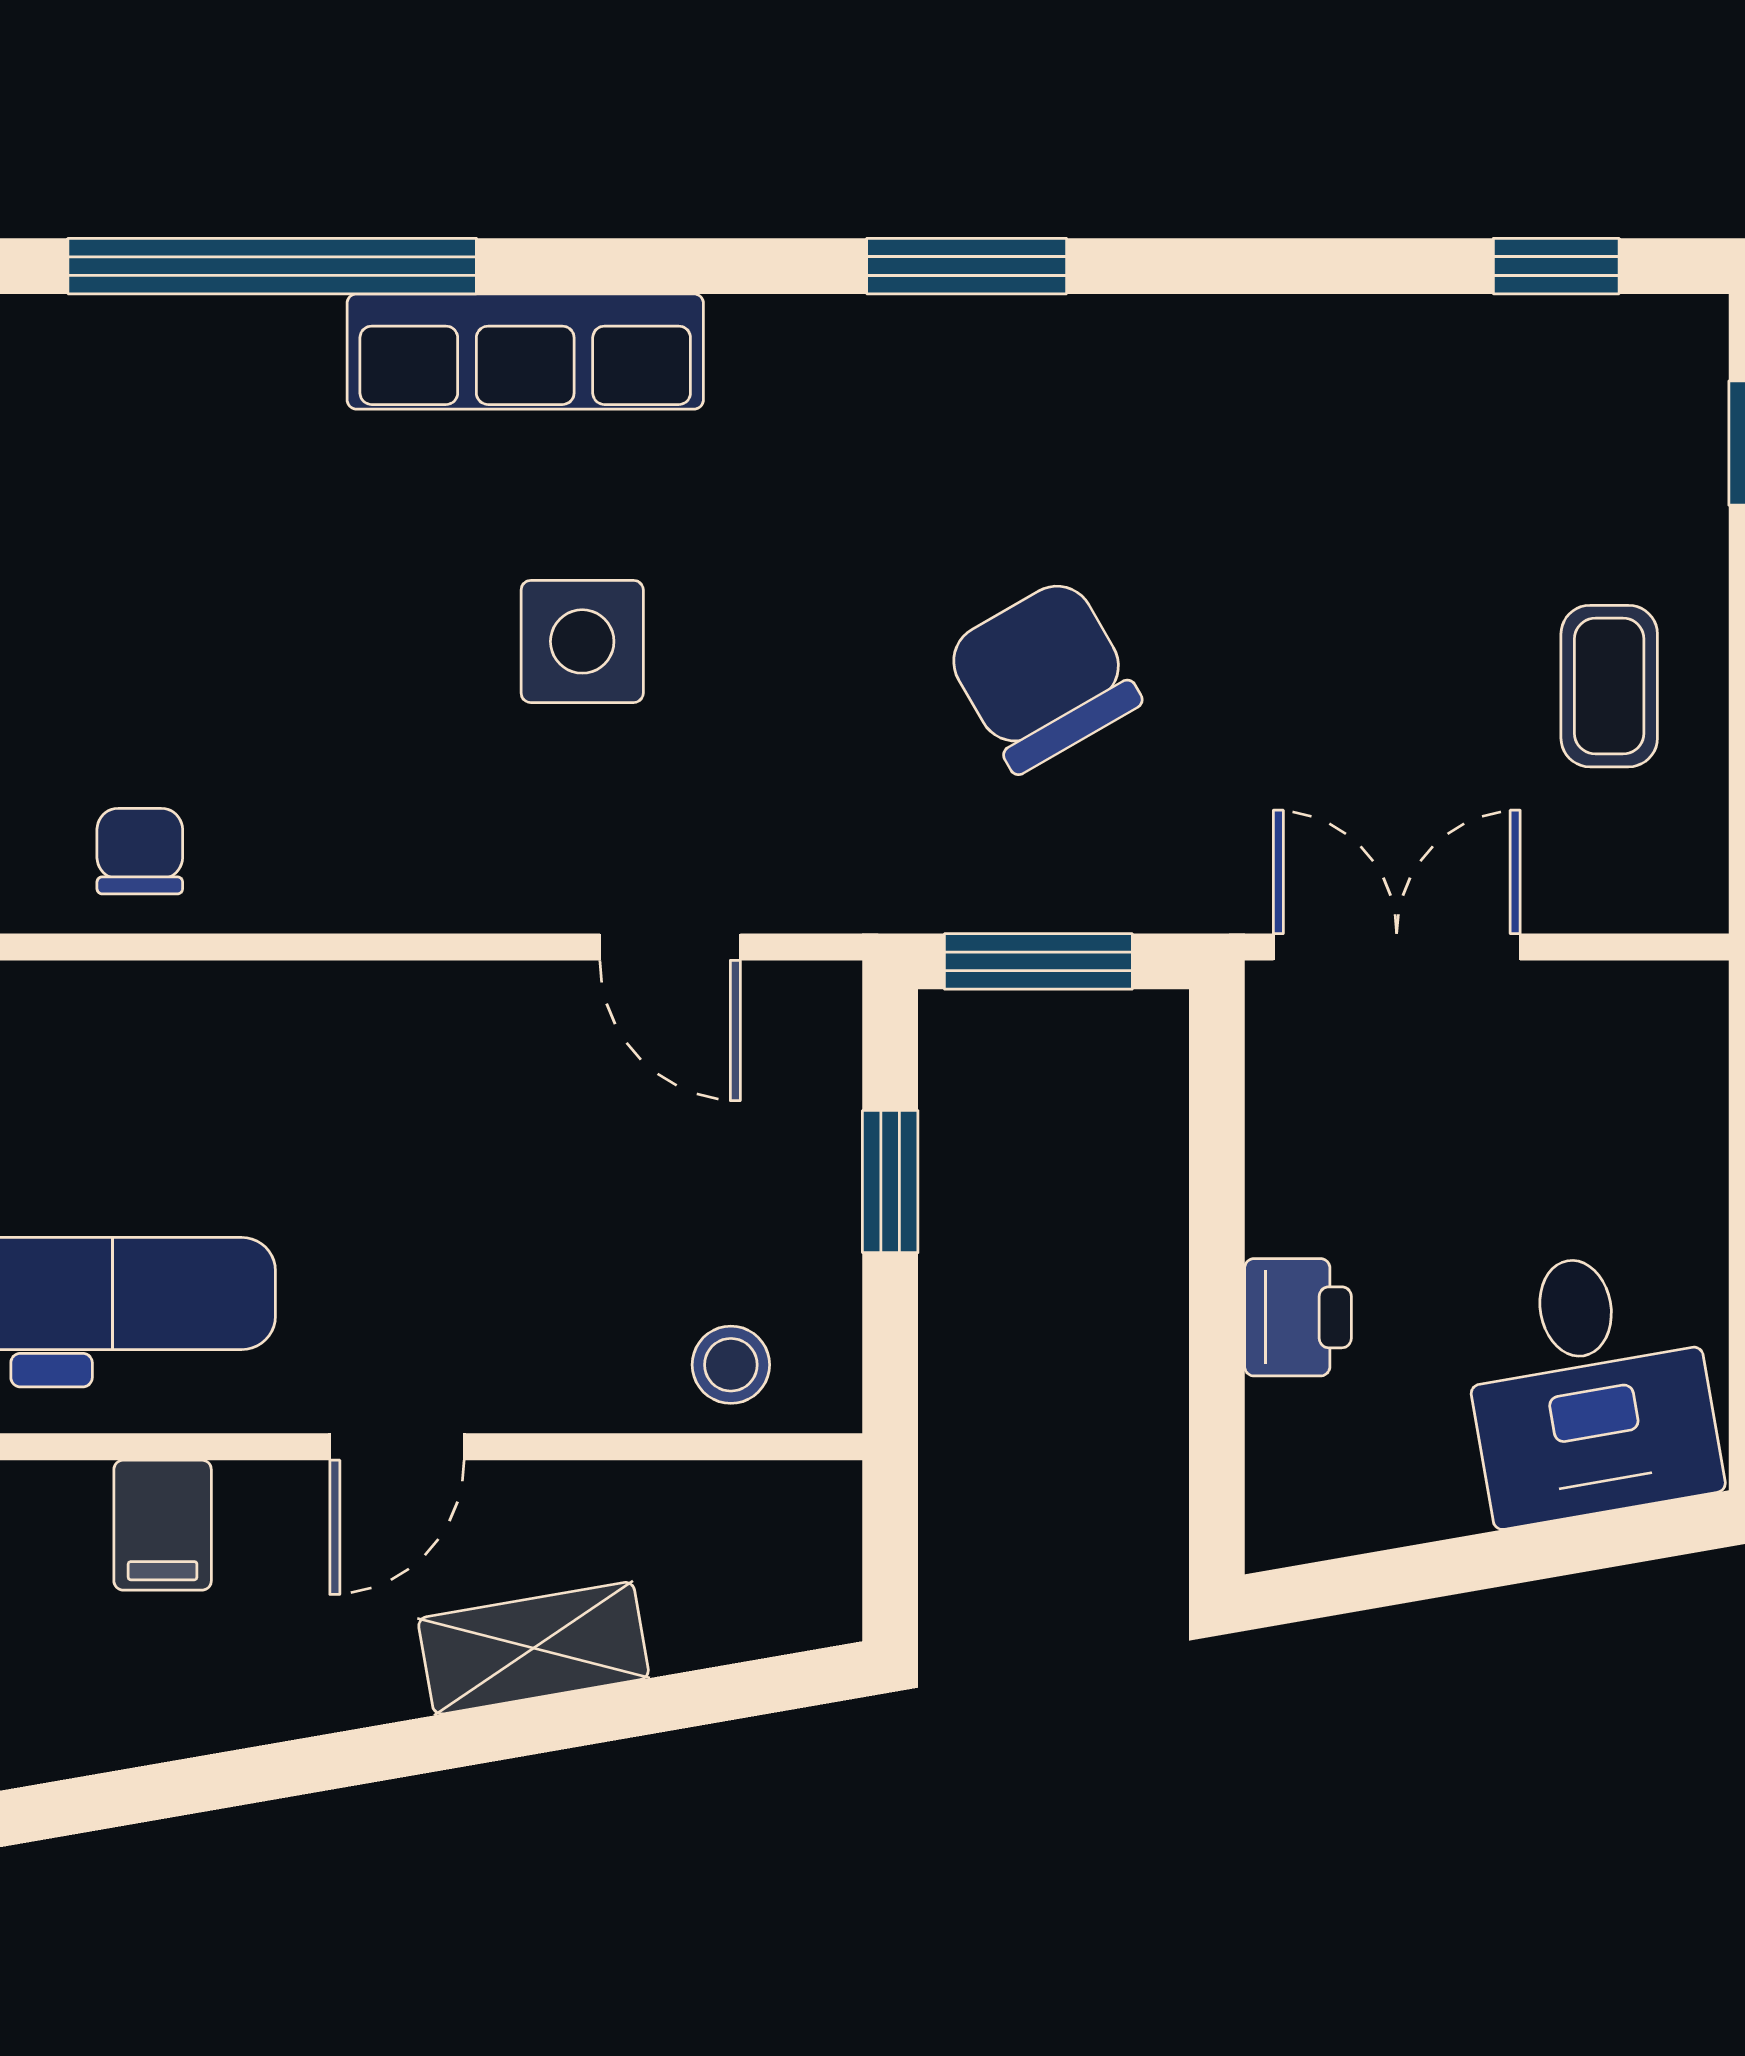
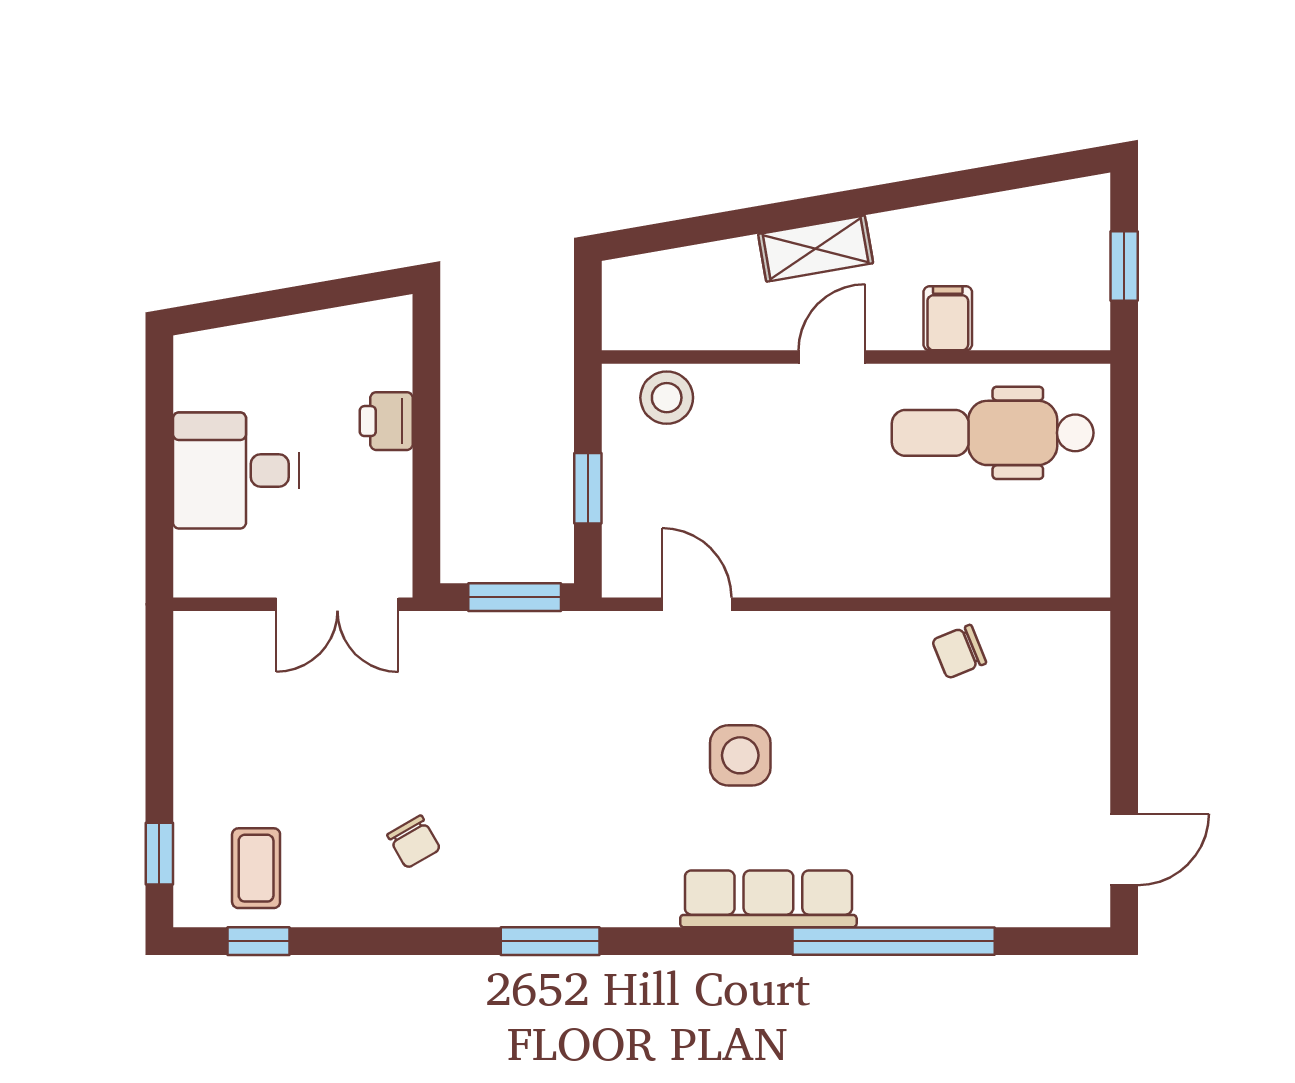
chair: (1043, 675) -> (414, 842), moved, width x0.54, depth x0.54
coffee table: (1609, 686) -> (256, 868), moved
chair: (140, 851) -> (959, 652), turned 68
stool: (731, 1365) -> (667, 398), width x1.37, depth x1.37
desk: (1589, 1386) -> (236, 470), moved, turned -80
shelving: (534, 1648) -> (816, 249), moved

